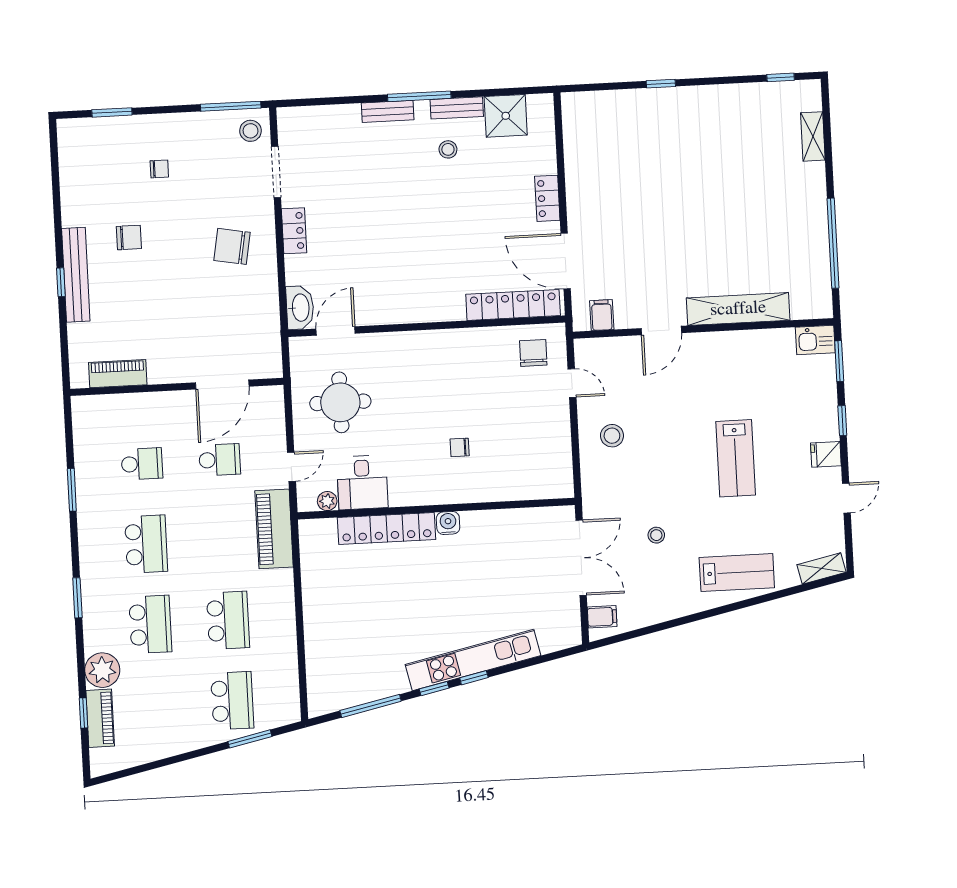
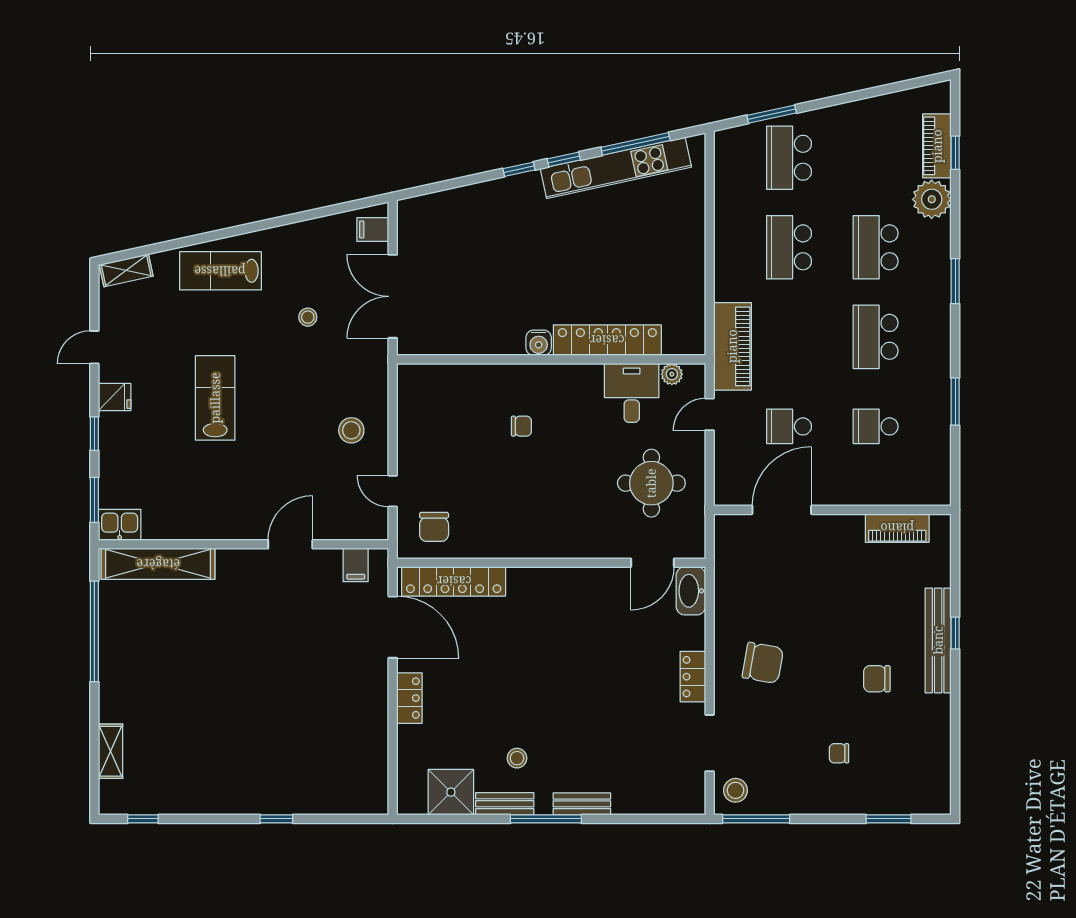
shelving: (738, 309) -> (158, 564), moved
kitchen unit: (473, 660) -> (616, 168), moved

